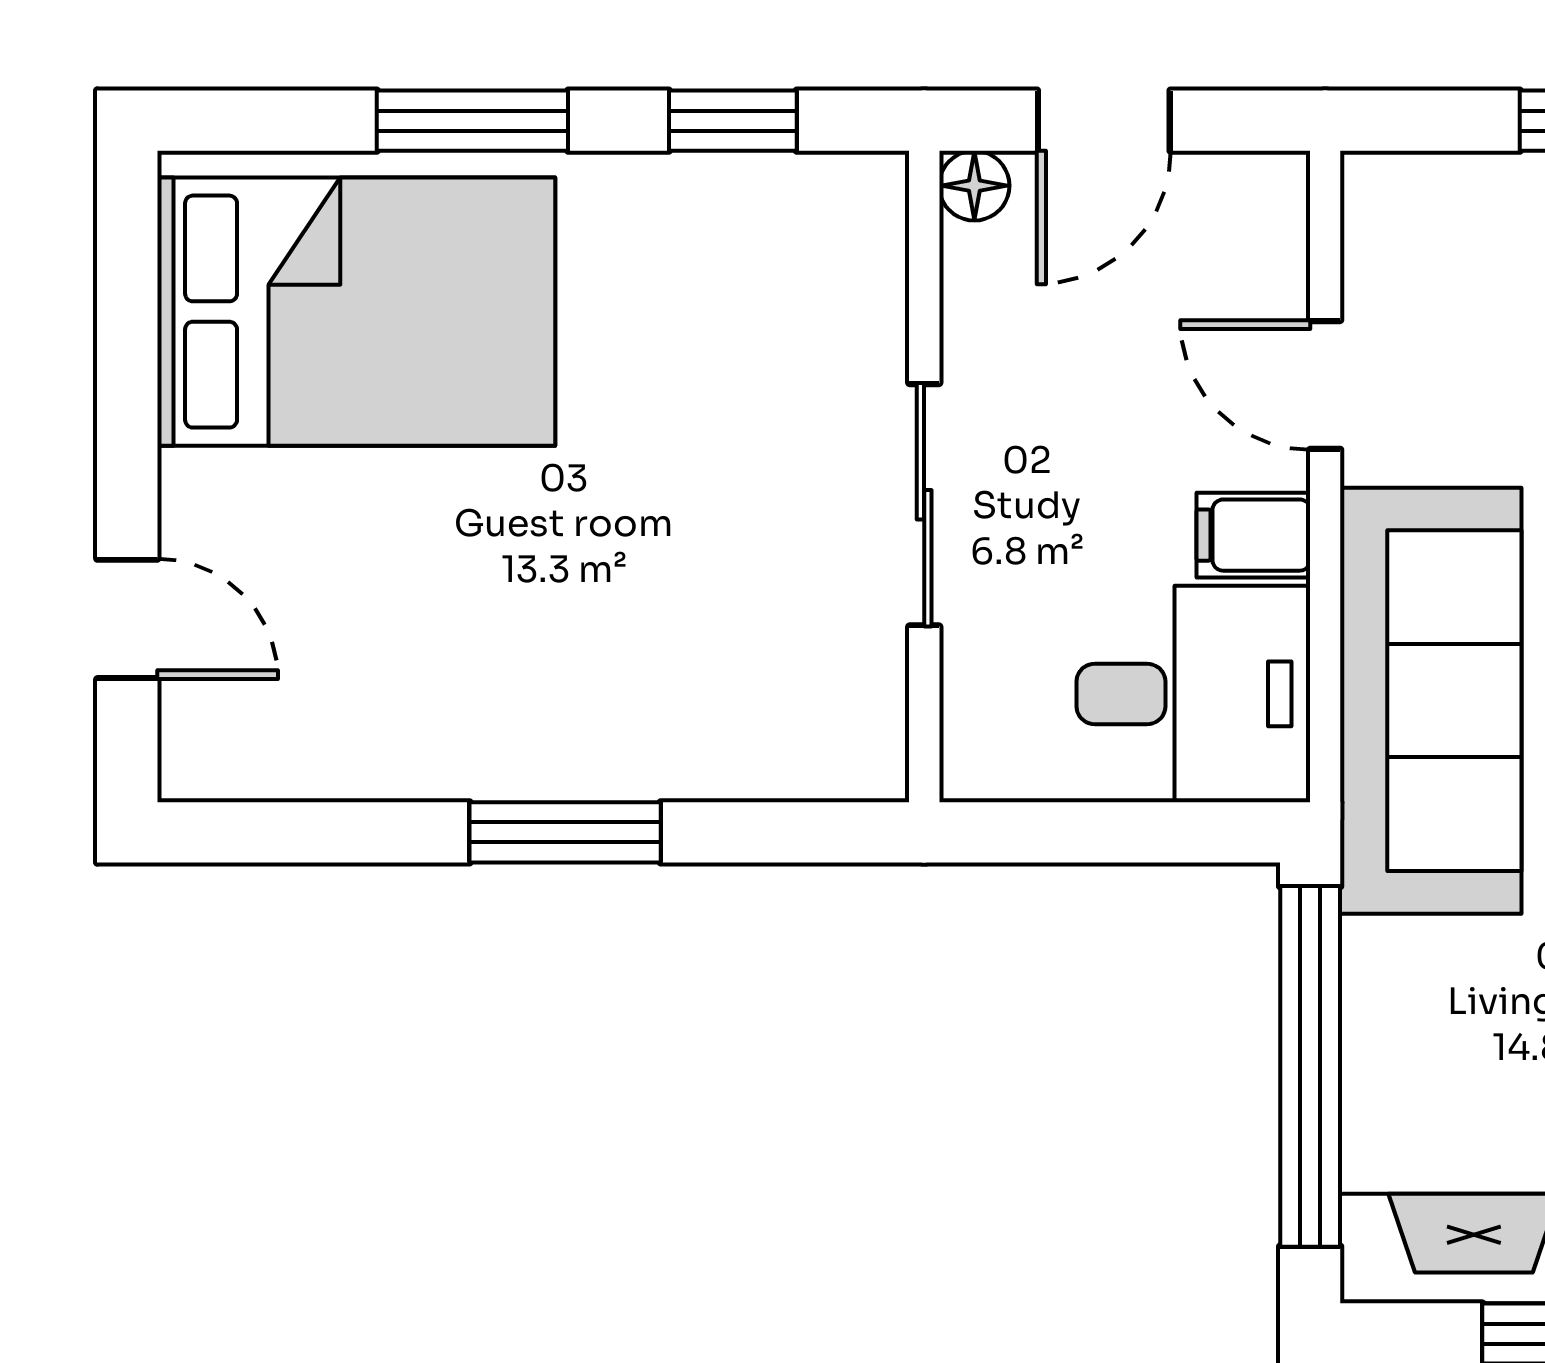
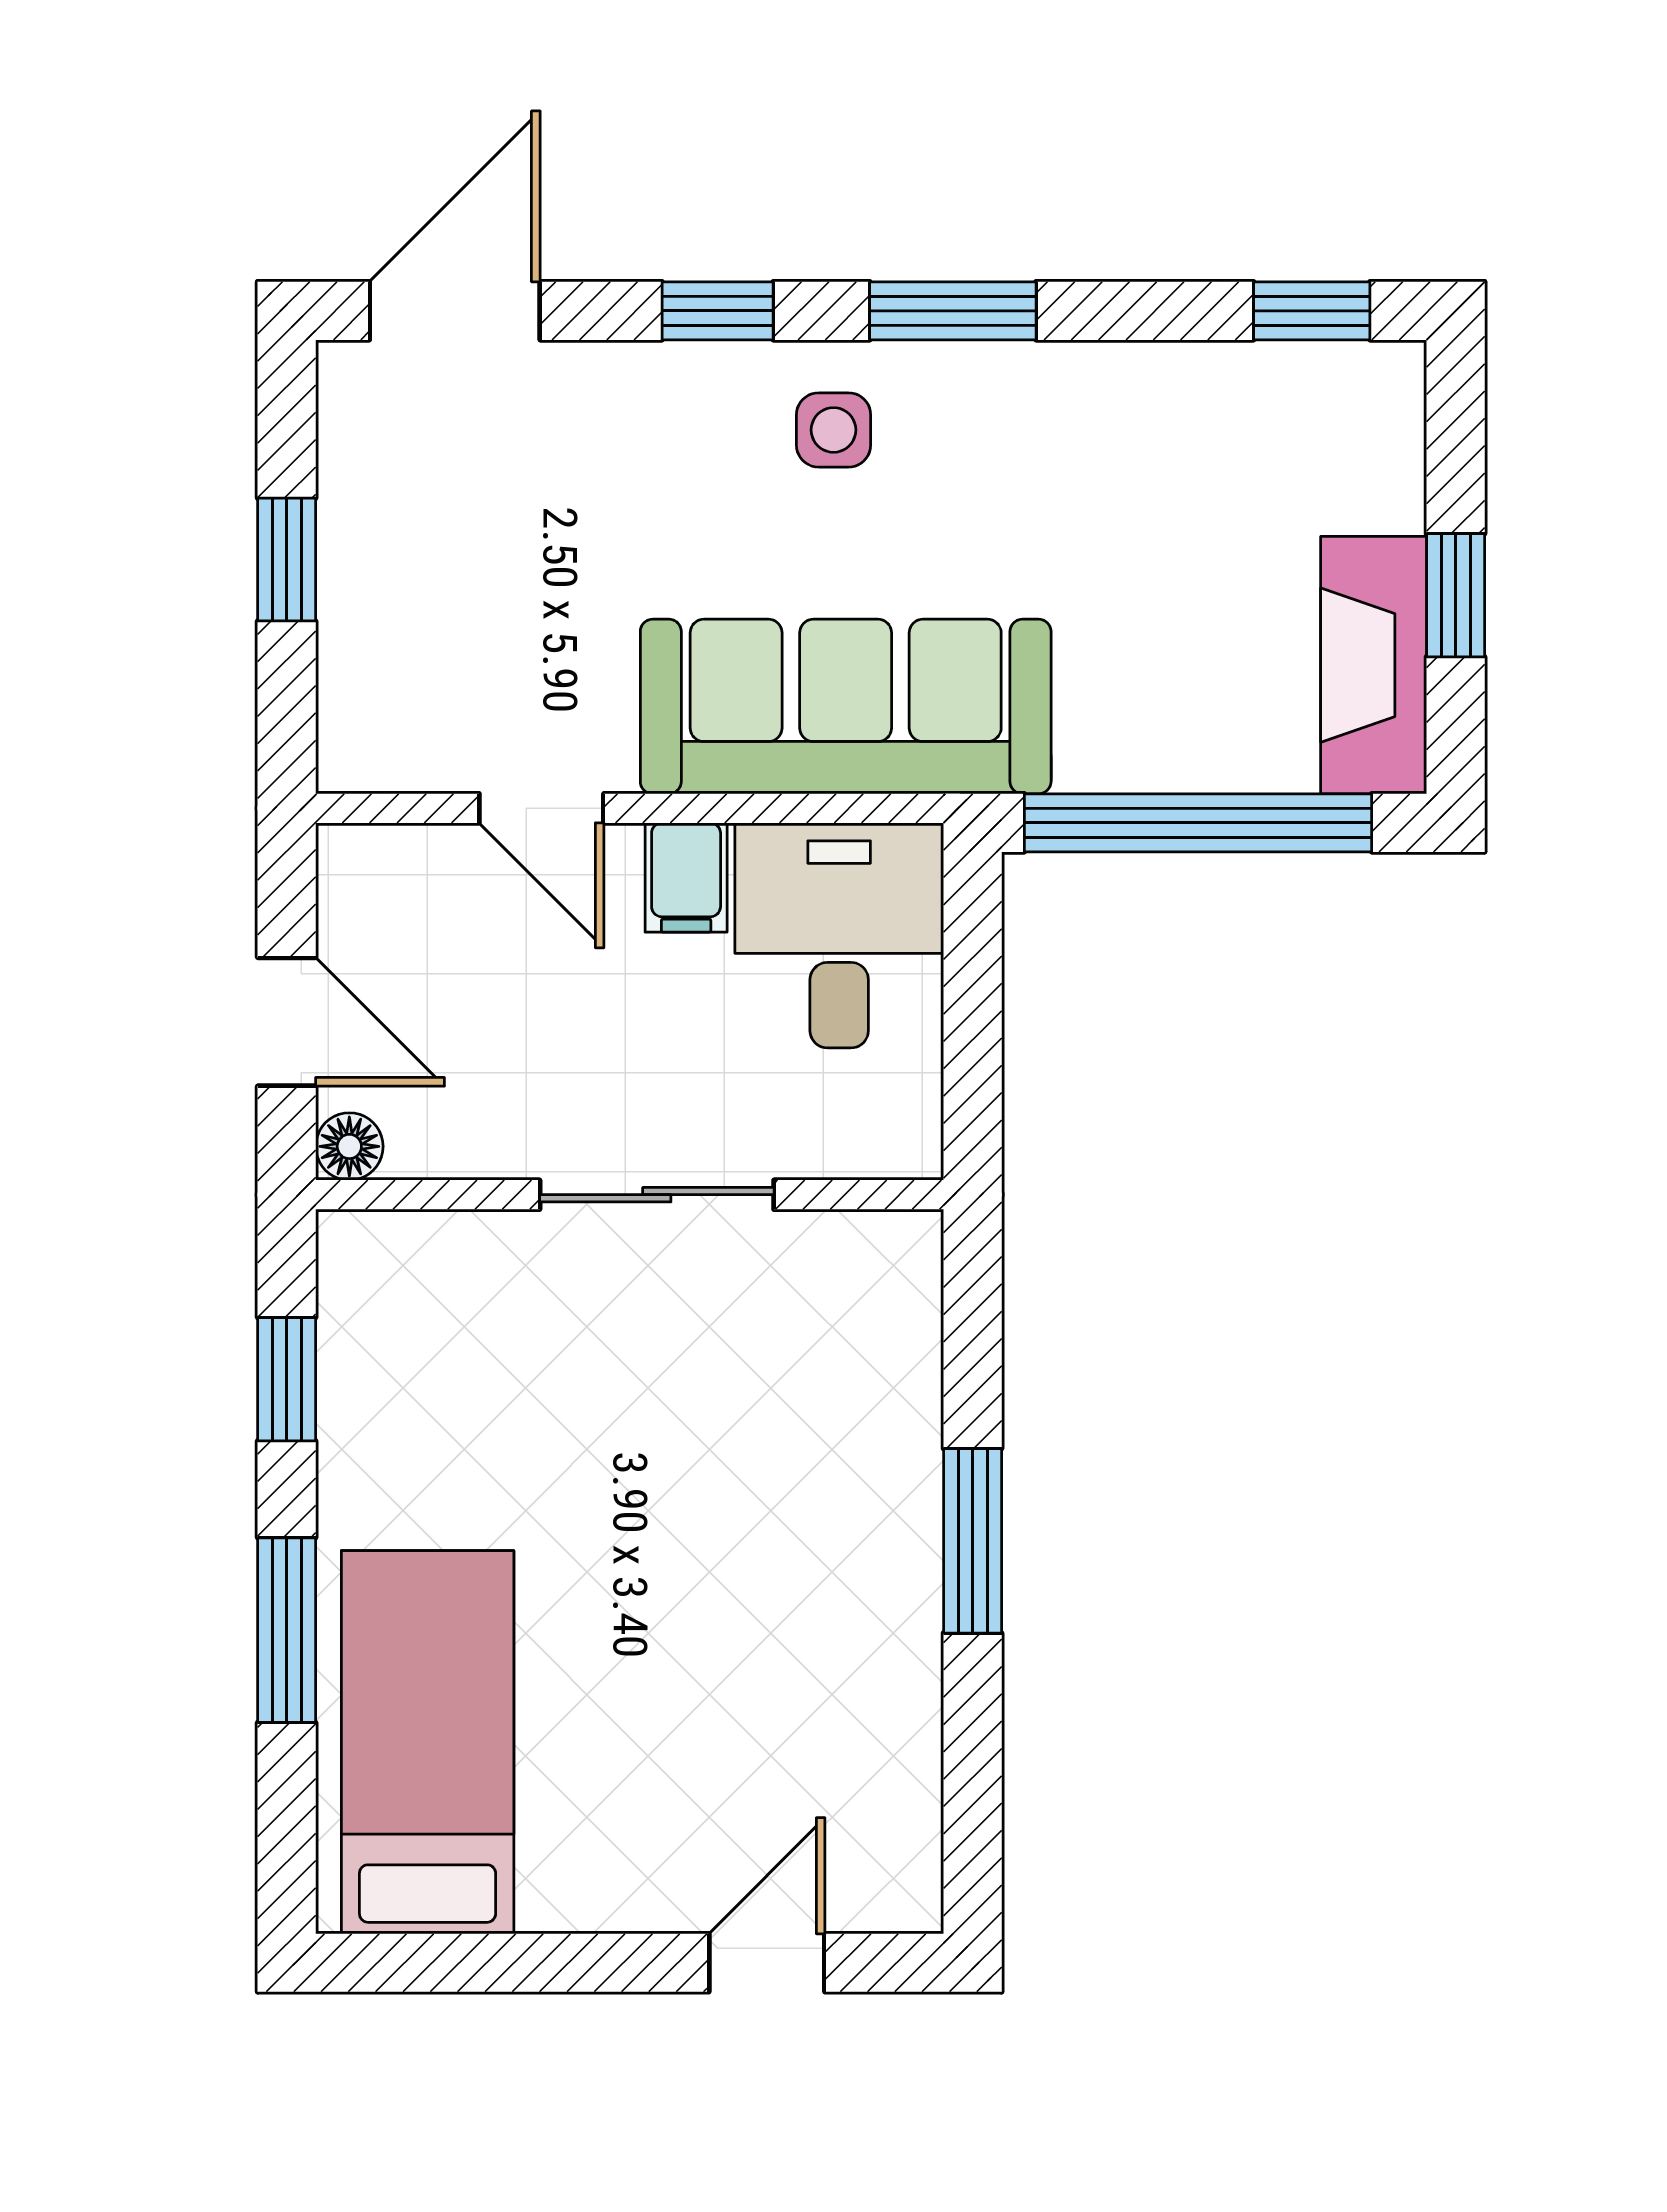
bed: (356, 312) -> (428, 1742), width x0.67
door: (1325, 385) -> (541, 808), hinge flipped

